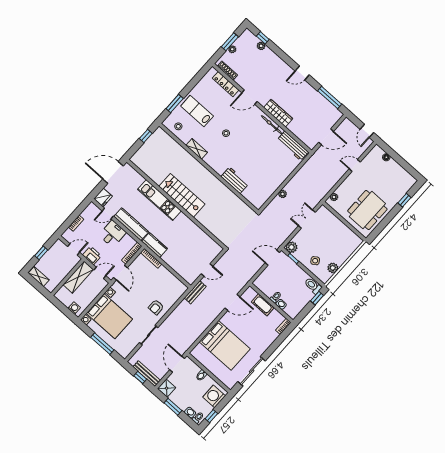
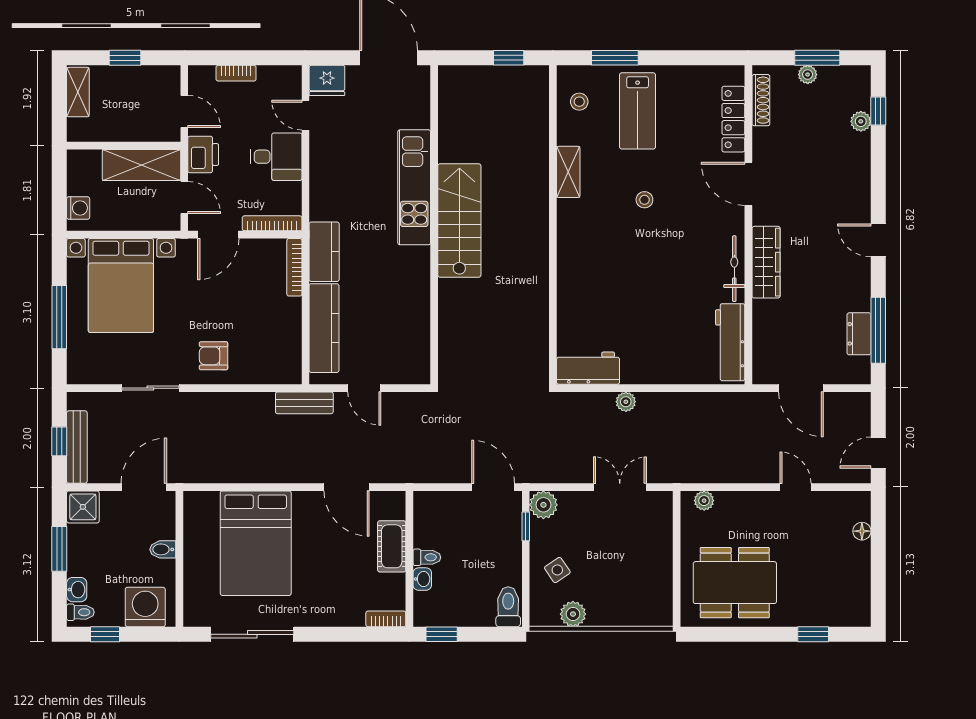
dresser: (325, 104) -> (859, 334), added
lab bench: (197, 111) -> (638, 111), turned 180
workbench: (235, 180) -> (588, 368), moved, turned -90
kitchen counter: (131, 224) -> (324, 328), moved
window: (317, 298) -> (442, 634), moved

